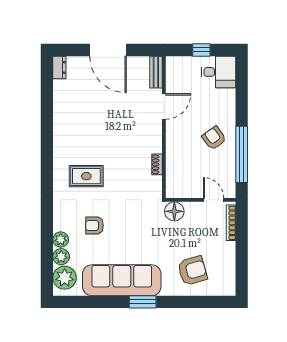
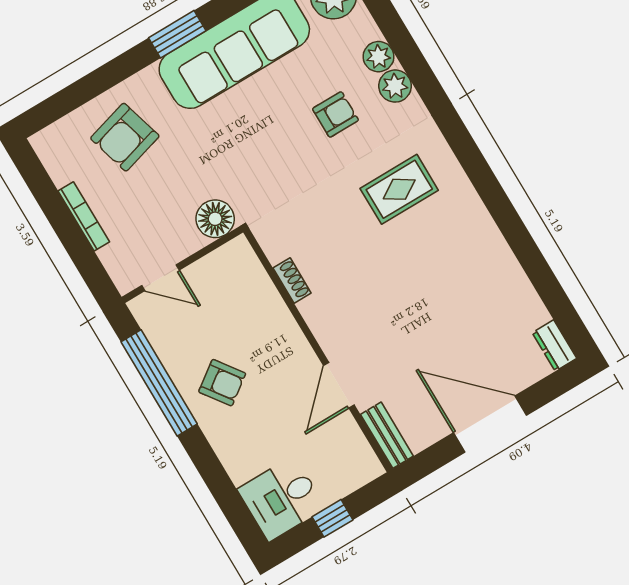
bookcase: (231, 223) -> (84, 216), moved
plant: (61, 257) -> (395, 86), moved

